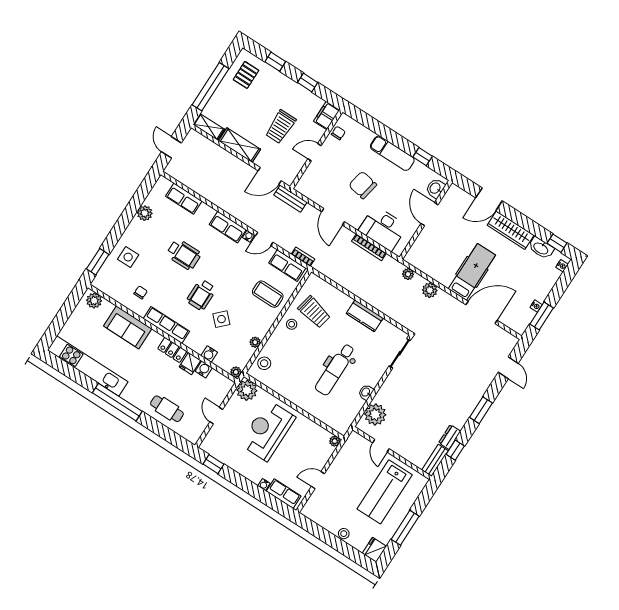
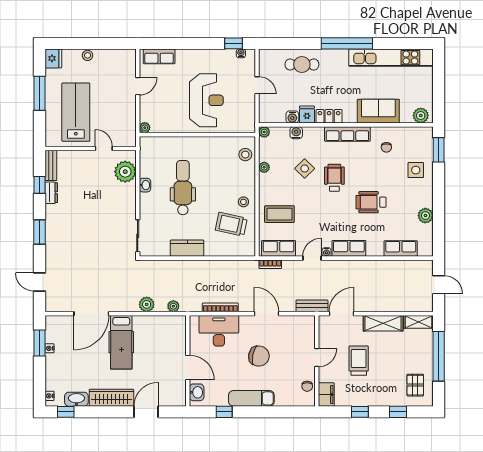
plant: (247, 390) -> (245, 123), removed
water cooler: (264, 485) -> (241, 53), moved

